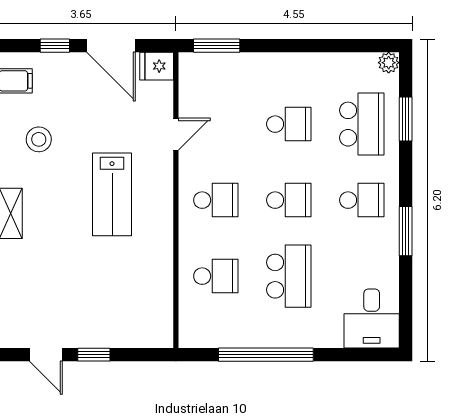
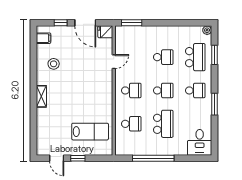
lab bench: (112, 194) -> (90, 132), moved, turned -90

